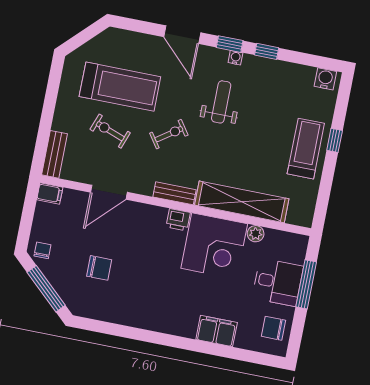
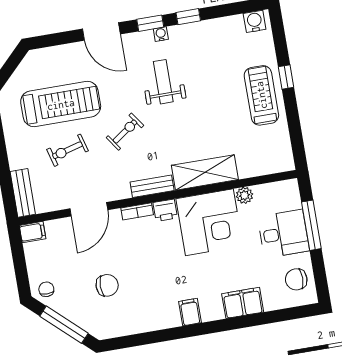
exercise bike: (110, 131) -> (67, 150), turned -35
shelving: (242, 202) -> (205, 172), width x0.68
bookcase: (152, 211) -> (137, 211), added
filing cabinet: (165, 321) -> (190, 312), added

